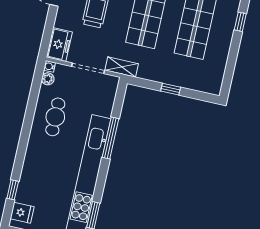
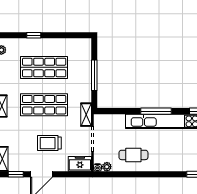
window: (171, 89) -> (94, 75), width x2.17
window: (110, 138) -> (156, 111), moved

